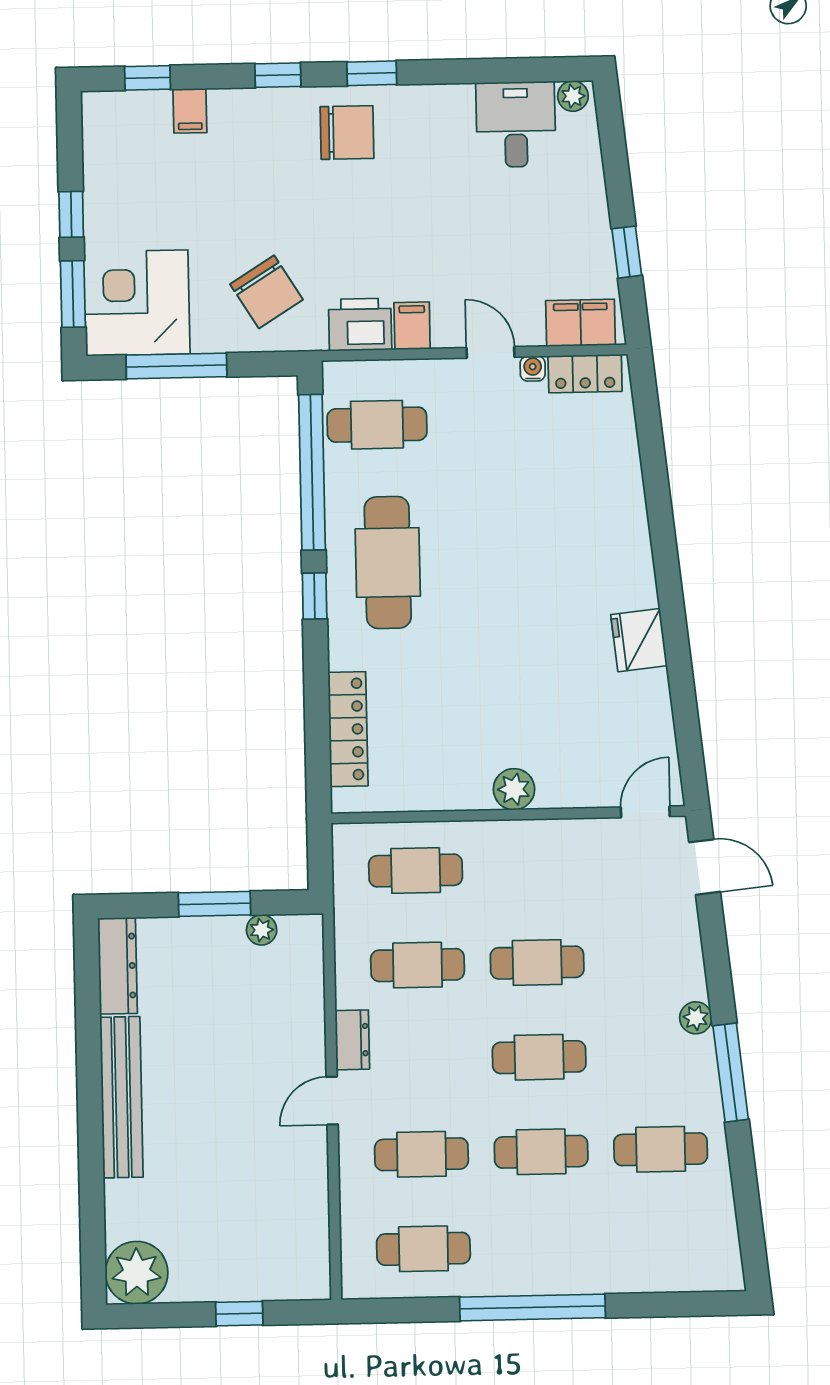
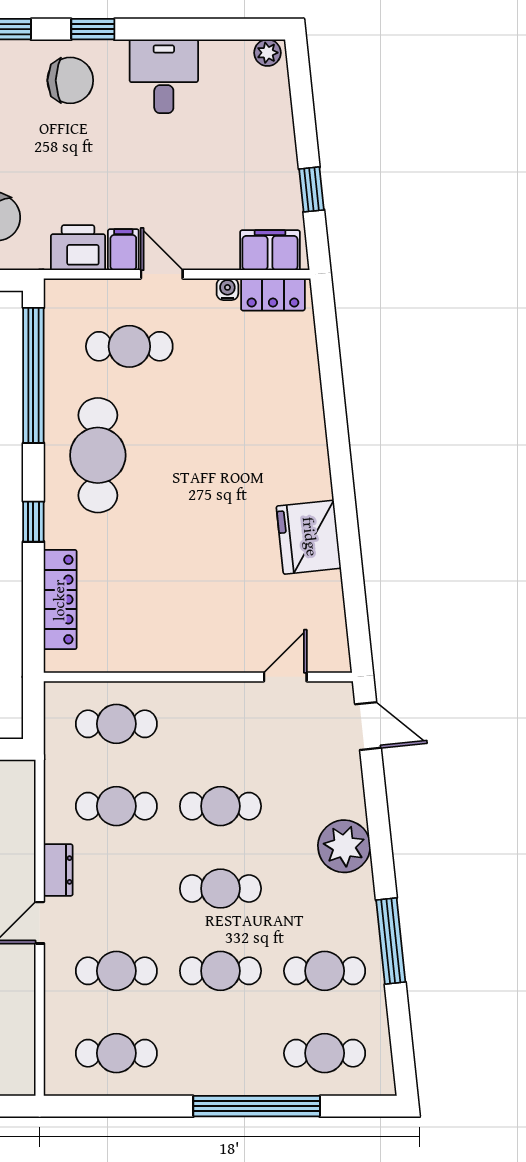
desk: (516, 124) -> (164, 76), moved
door: (491, 352) -> (162, 274), moved
cafe table: (377, 425) -> (129, 346), moved
window: (315, 596) -> (33, 522), moved
fridge: (639, 640) -> (309, 537), width x1.36, depth x1.34
plant: (514, 789) -> (204, 655), removed
door: (645, 812) -> (285, 677), moved
plant: (696, 1018) -> (344, 846), width x1.88, depth x1.88
window: (731, 1073) -> (391, 941), moved
cafe table: (663, 1244) -> (325, 1053), added
window: (533, 1307) -> (257, 1106), moved

